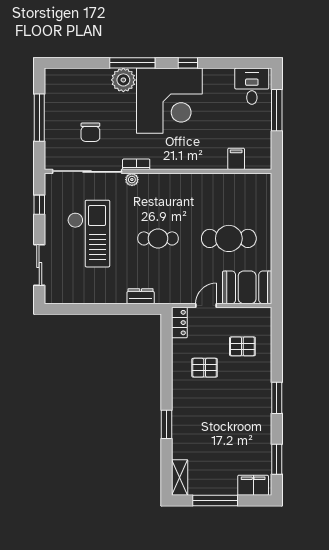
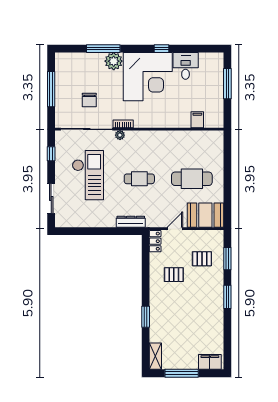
window: (132, 63) -> (103, 49), moved
desk: (252, 86) -> (186, 66), moved
dresser: (141, 296) -> (131, 222), width x1.44
window: (277, 459) -> (227, 259), moved

